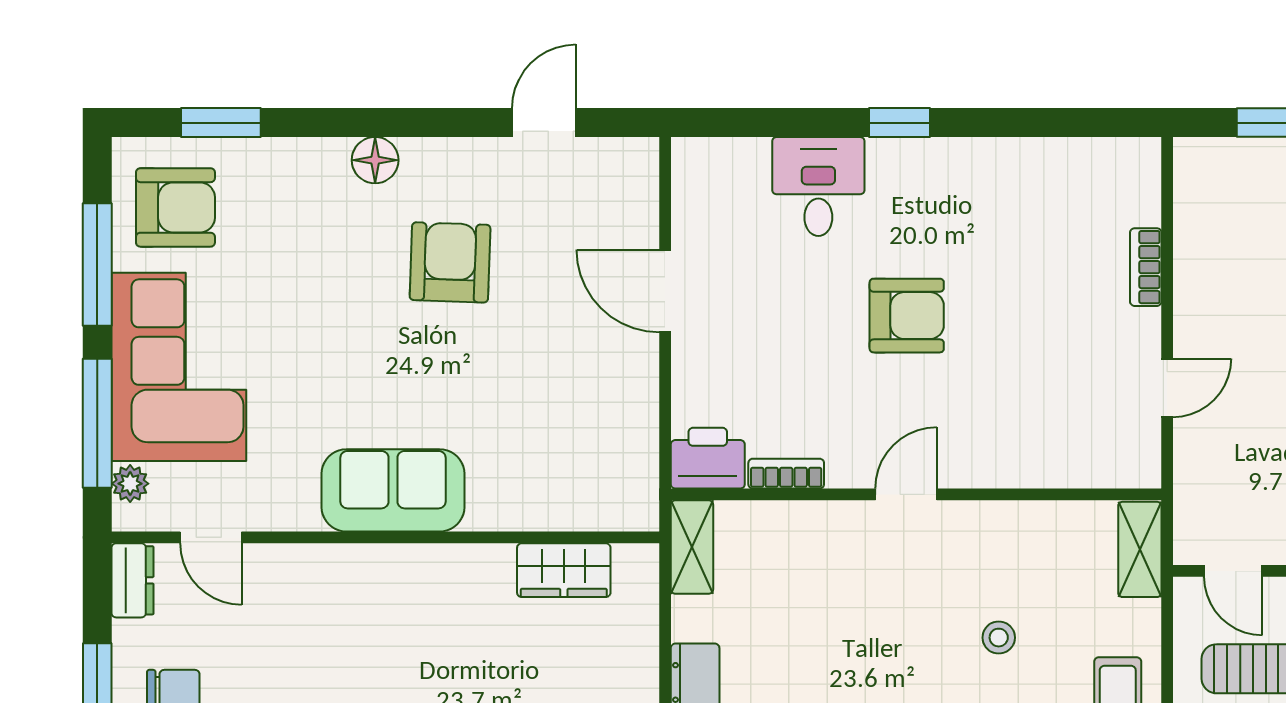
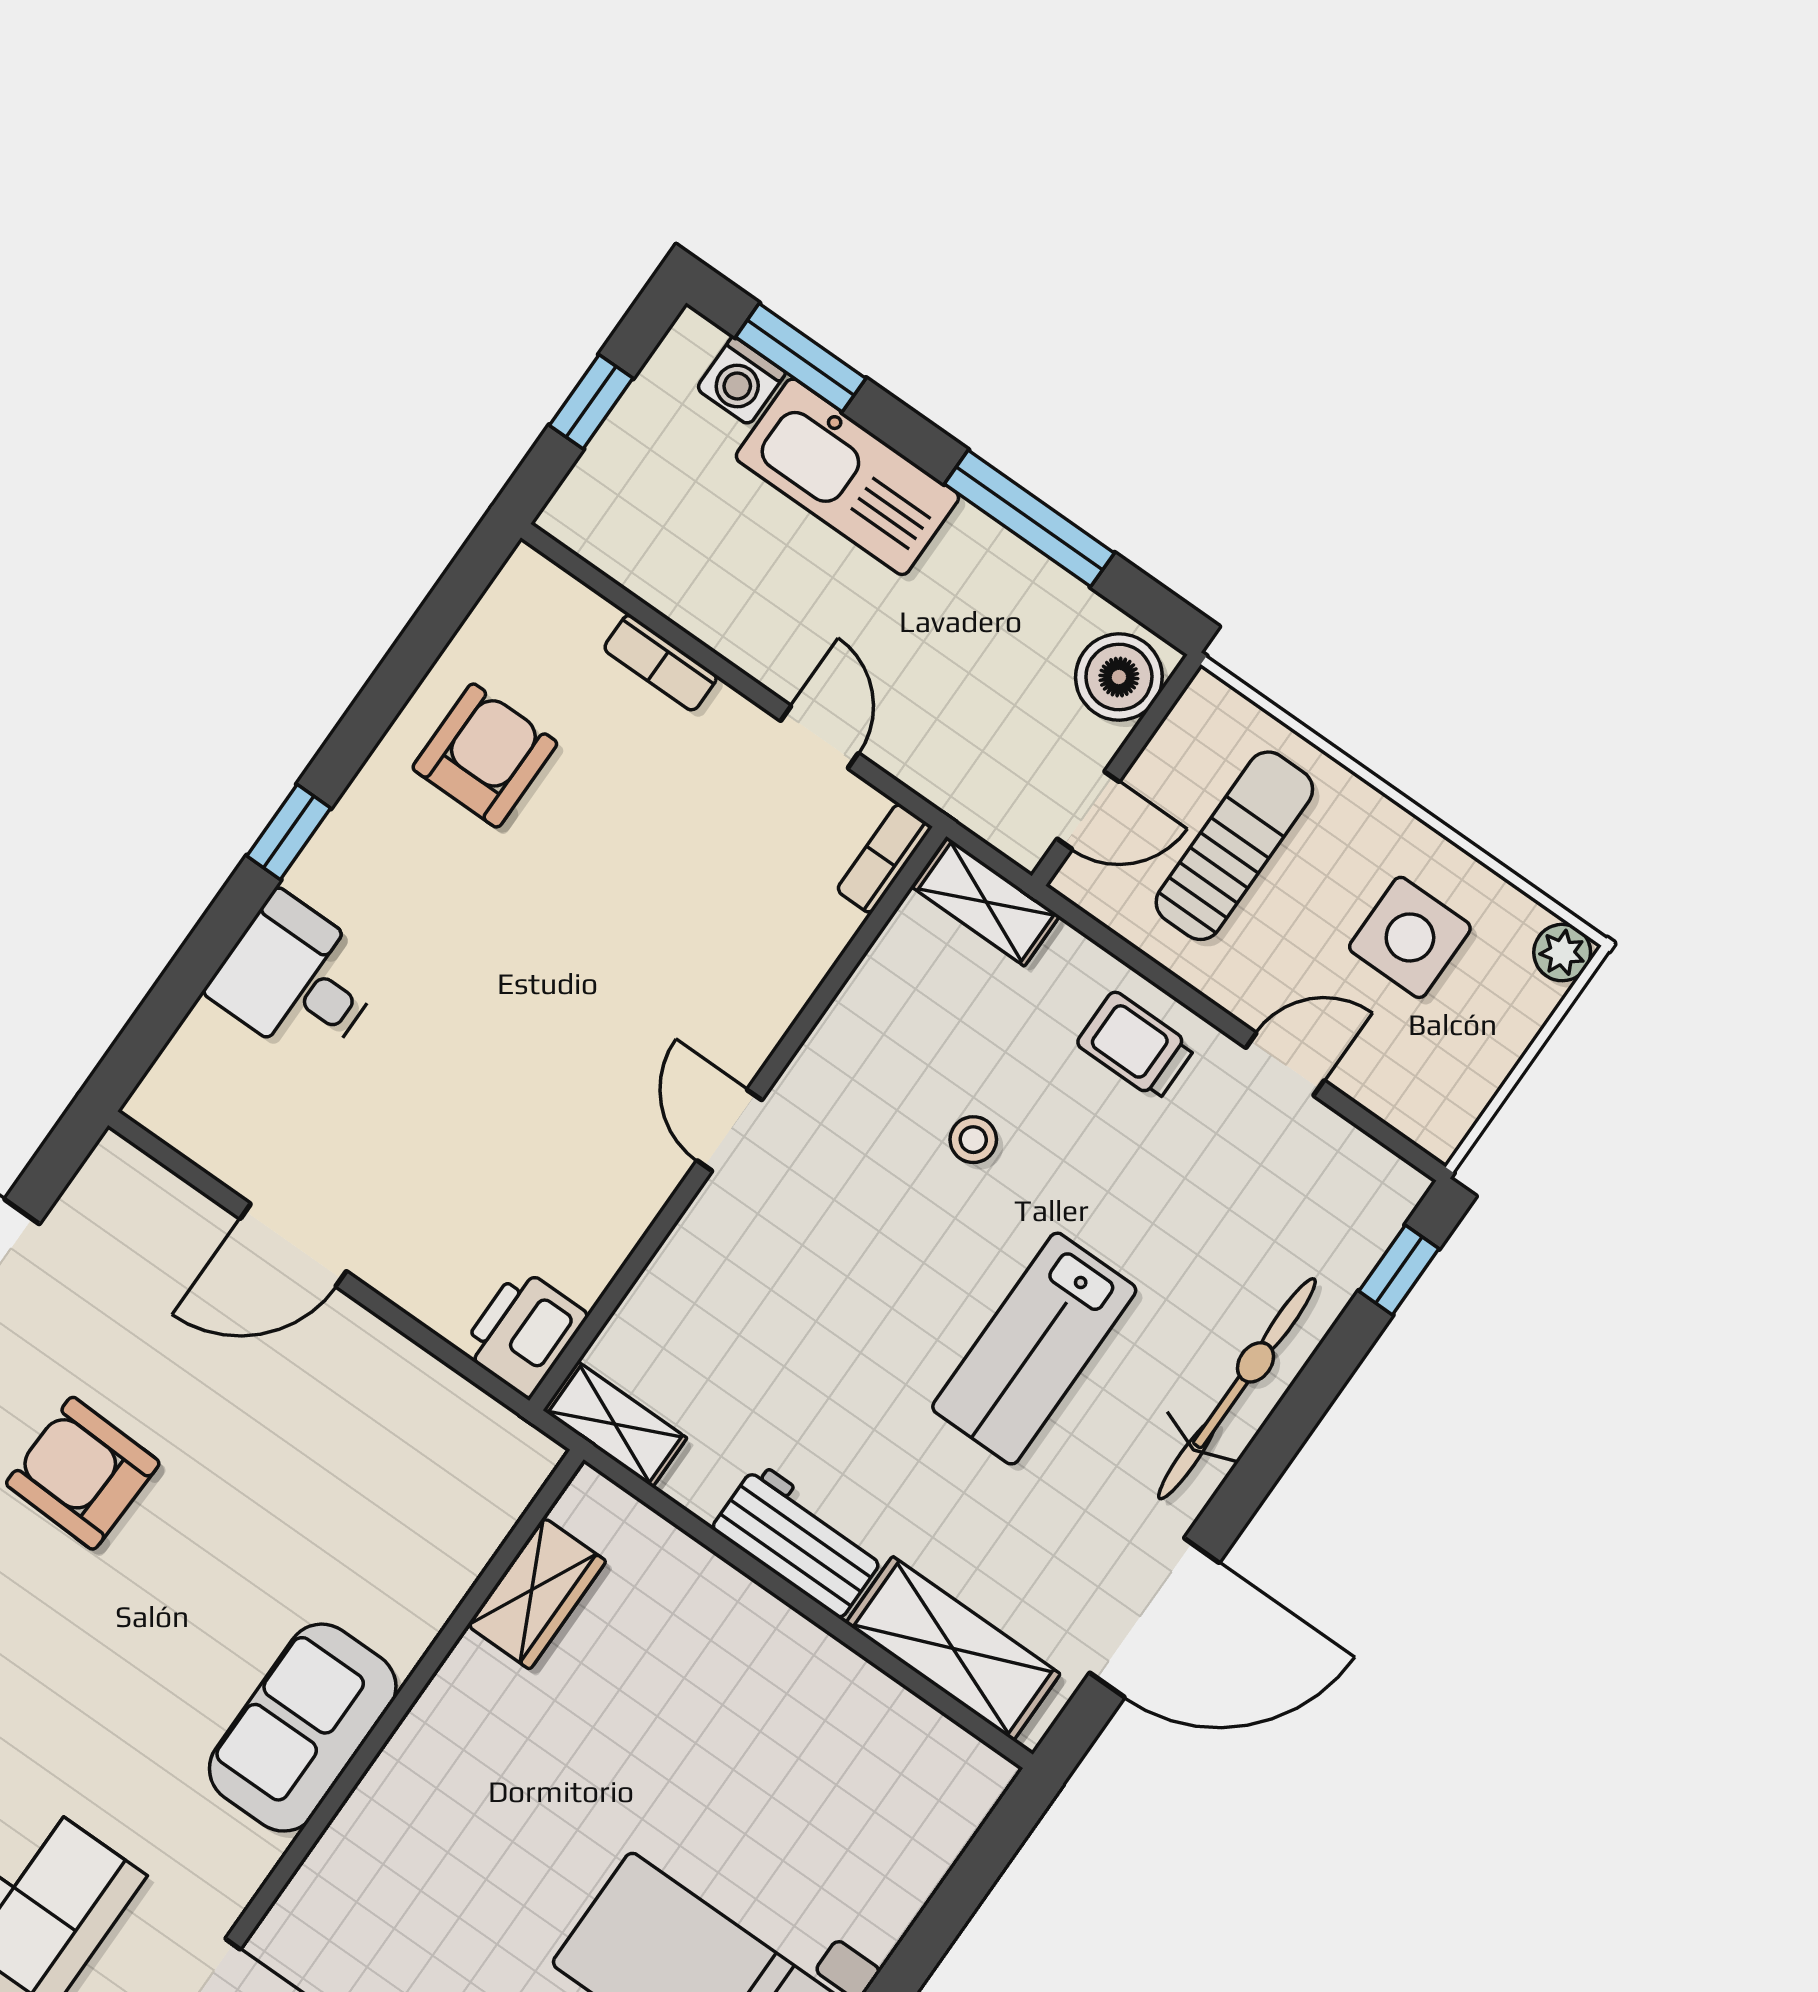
armchair: (907, 316) -> (485, 756), moved
bookcase: (786, 474) -> (884, 858), moved

